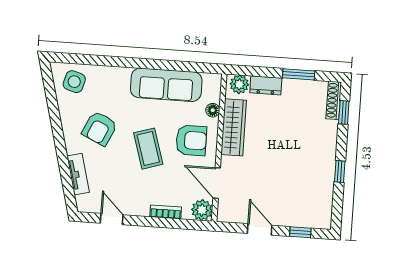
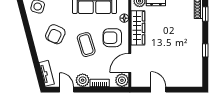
armchair: (191, 140) -> (112, 38), turned 180
tv unit: (78, 174) -> (47, 73), moved
door: (217, 183) -> (130, 63), hinge flipped
plant: (138, 206) -> (83, 80), added
window: (300, 232) -> (184, 90), removed

